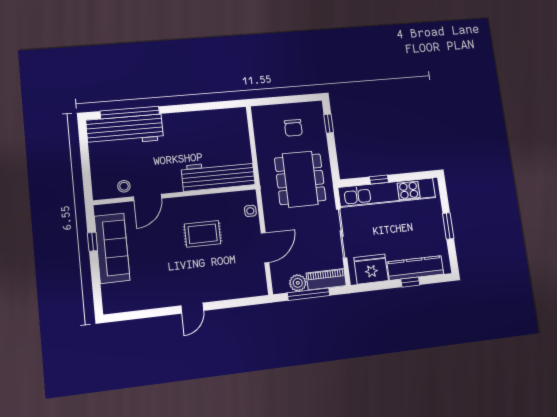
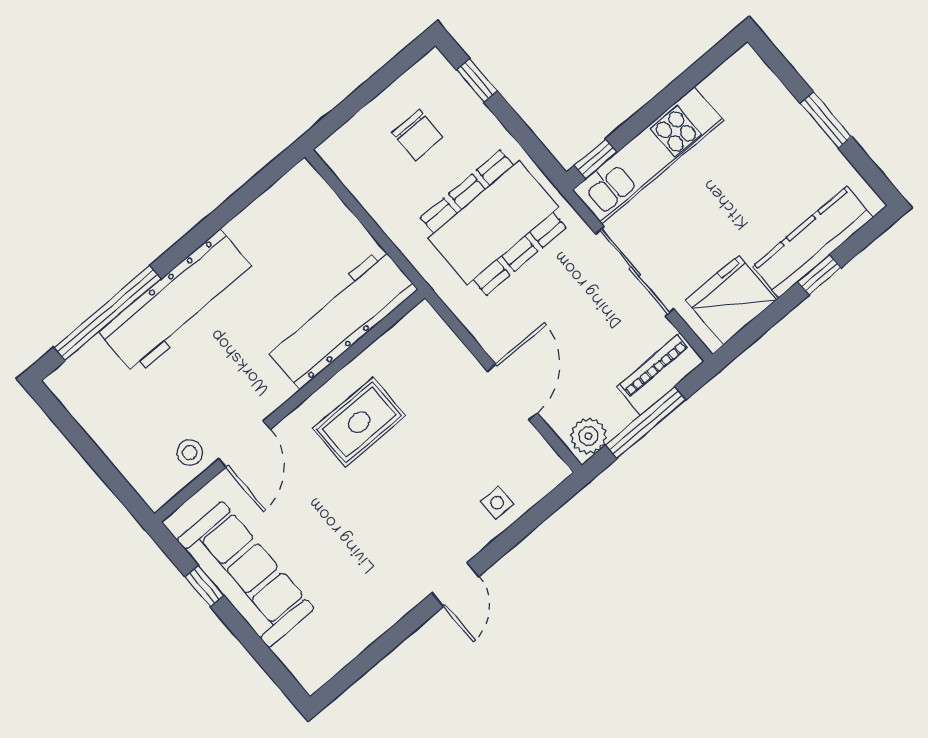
workbench: (125, 130) -> (178, 303), moved
dining table: (300, 179) -> (493, 223), turned 90
window: (379, 179) -> (596, 159), moved
kitchen unit: (387, 193) -> (648, 155), width x0.73
side table: (250, 211) -> (497, 503), moved
rug: (203, 234) -> (359, 422), moved
plant: (298, 283) -> (588, 436), moved

